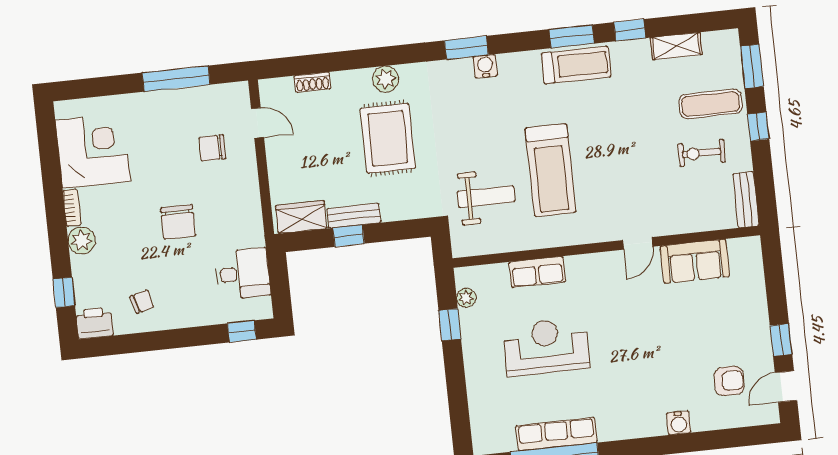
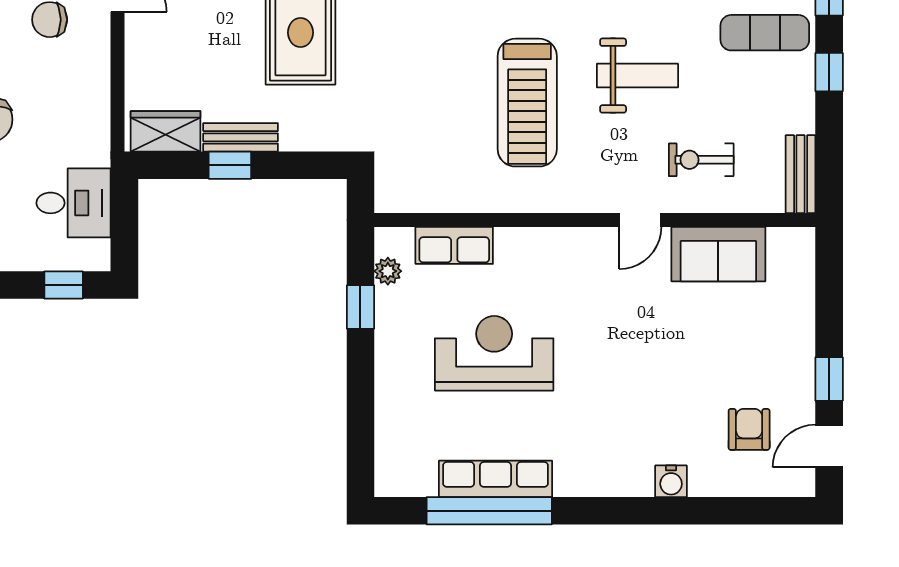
exercise bike: (702, 153) -> (701, 160), moved
weight bench: (486, 197) -> (637, 76), moved
row of seats: (537, 272) -> (454, 245), moved
armchair: (729, 381) -> (749, 429), turned -90

